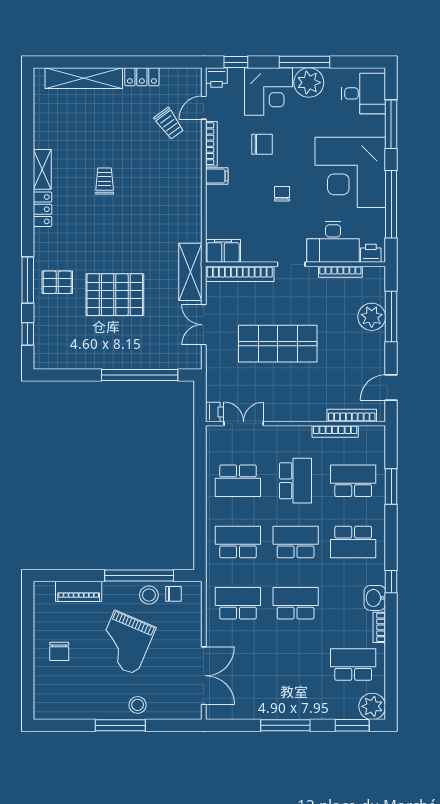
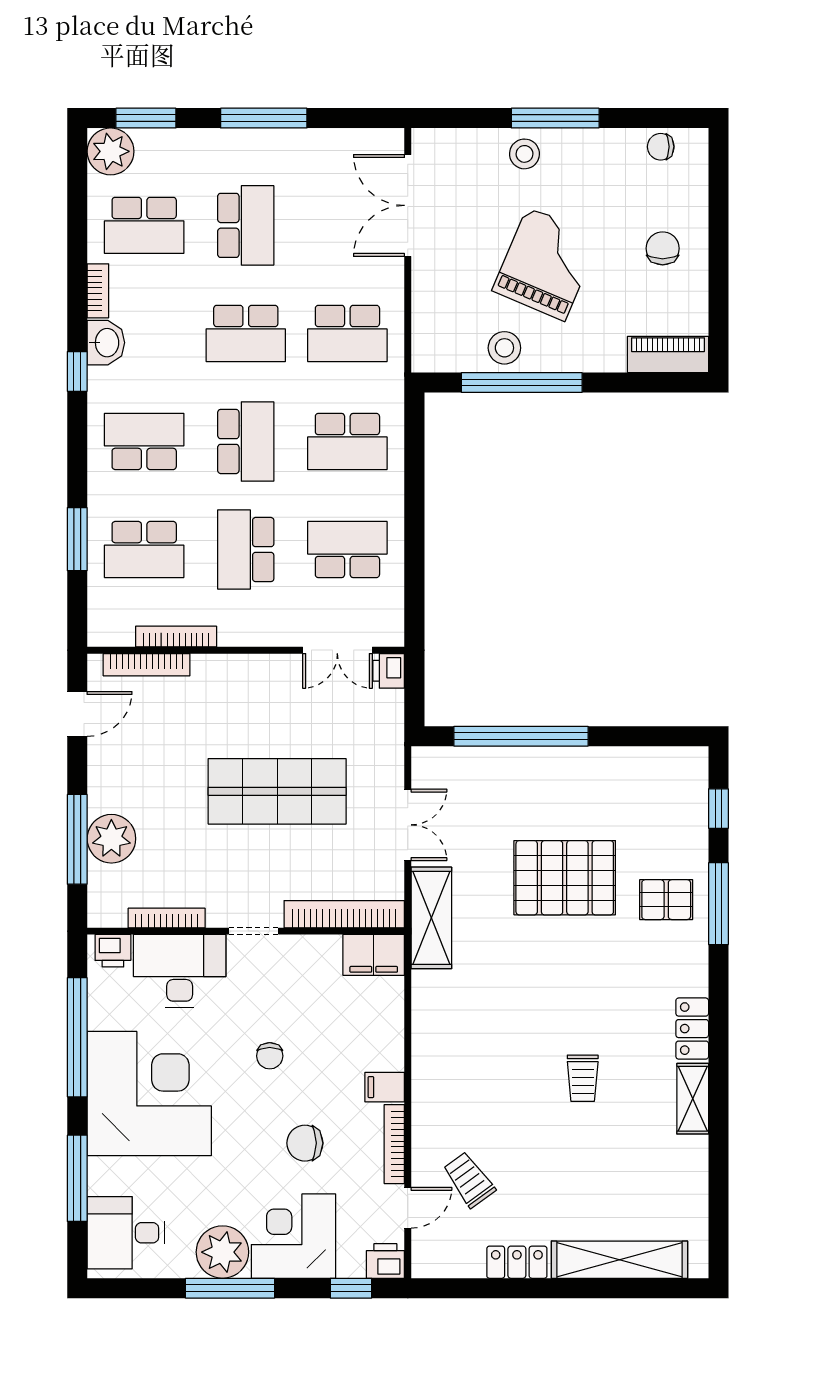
school desk: (296, 542) -> (246, 441), turned -90
piano: (79, 591) -> (668, 354), moved
chair: (174, 594) -> (661, 147), moved
school desk: (296, 664) -> (246, 225), added

